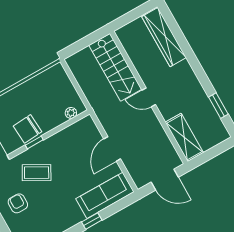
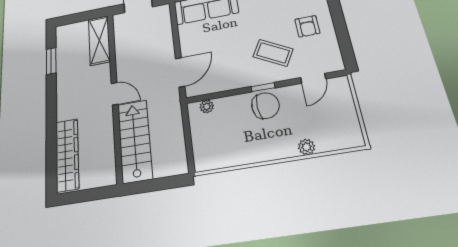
door: (112, 149) -> (180, 72), moved

